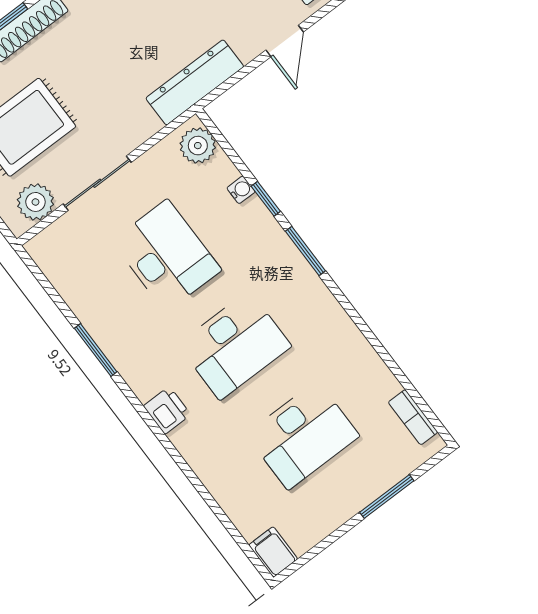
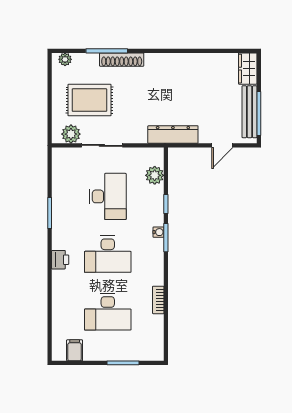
plant: (198, 146) -> (155, 175), moved
water cooler: (241, 190) -> (159, 232), moved
bookcase: (413, 417) -> (158, 300), moved
filing cabinet: (273, 552) -> (75, 350), moved

